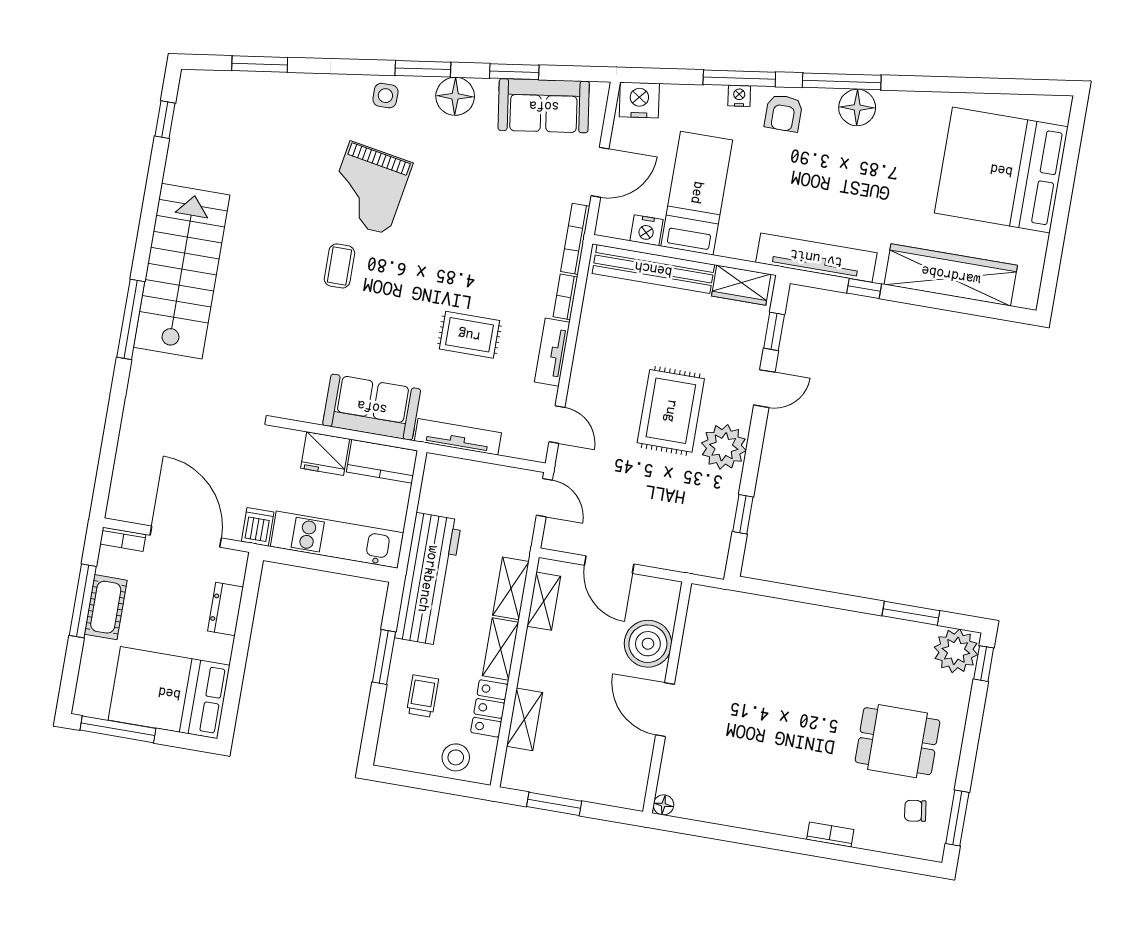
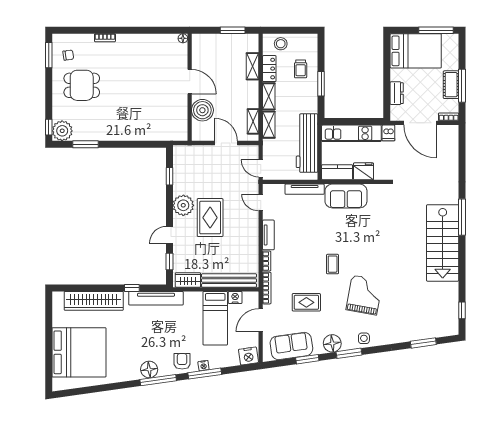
coffee table: (339, 266) -> (333, 264), moved
rug: (469, 335) -> (306, 302), moved
workbench: (428, 579) -> (307, 143), moved

